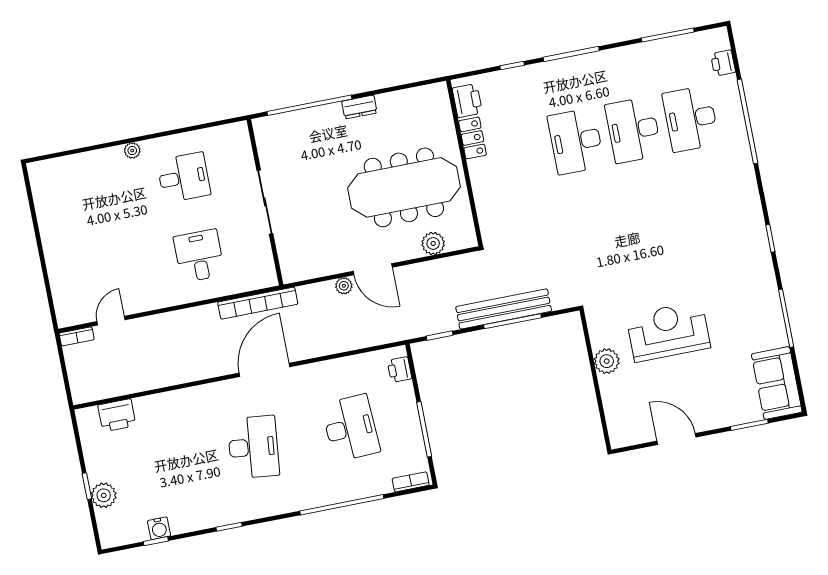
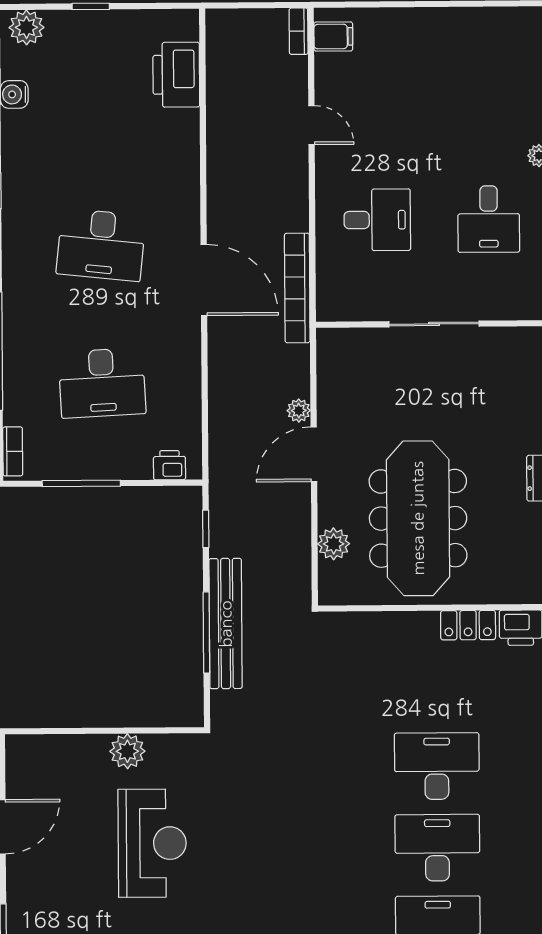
filing cabinet: (76, 311) -> (333, 36), added
door: (111, 321) -> (312, 125), moved
printer: (117, 415) -> (176, 75), width x1.37, depth x1.19
plant: (104, 495) -> (26, 27), moved

